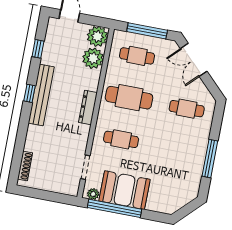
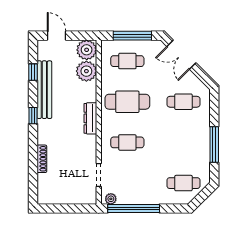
bench: (41, 95) -> (44, 90), moved
shoe rack: (25, 166) -> (42, 159), moved
booth: (124, 190) -> (140, 190), removed
cafe table: (171, 192) -> (183, 183), added

